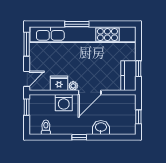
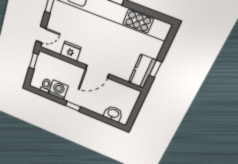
plant: (73, 86) -> (84, 59), removed
washing machine: (64, 103) -> (58, 90), moved, turned 180
window: (138, 117) -> (135, 112), removed
washbasin: (101, 127) -> (113, 114), moved

